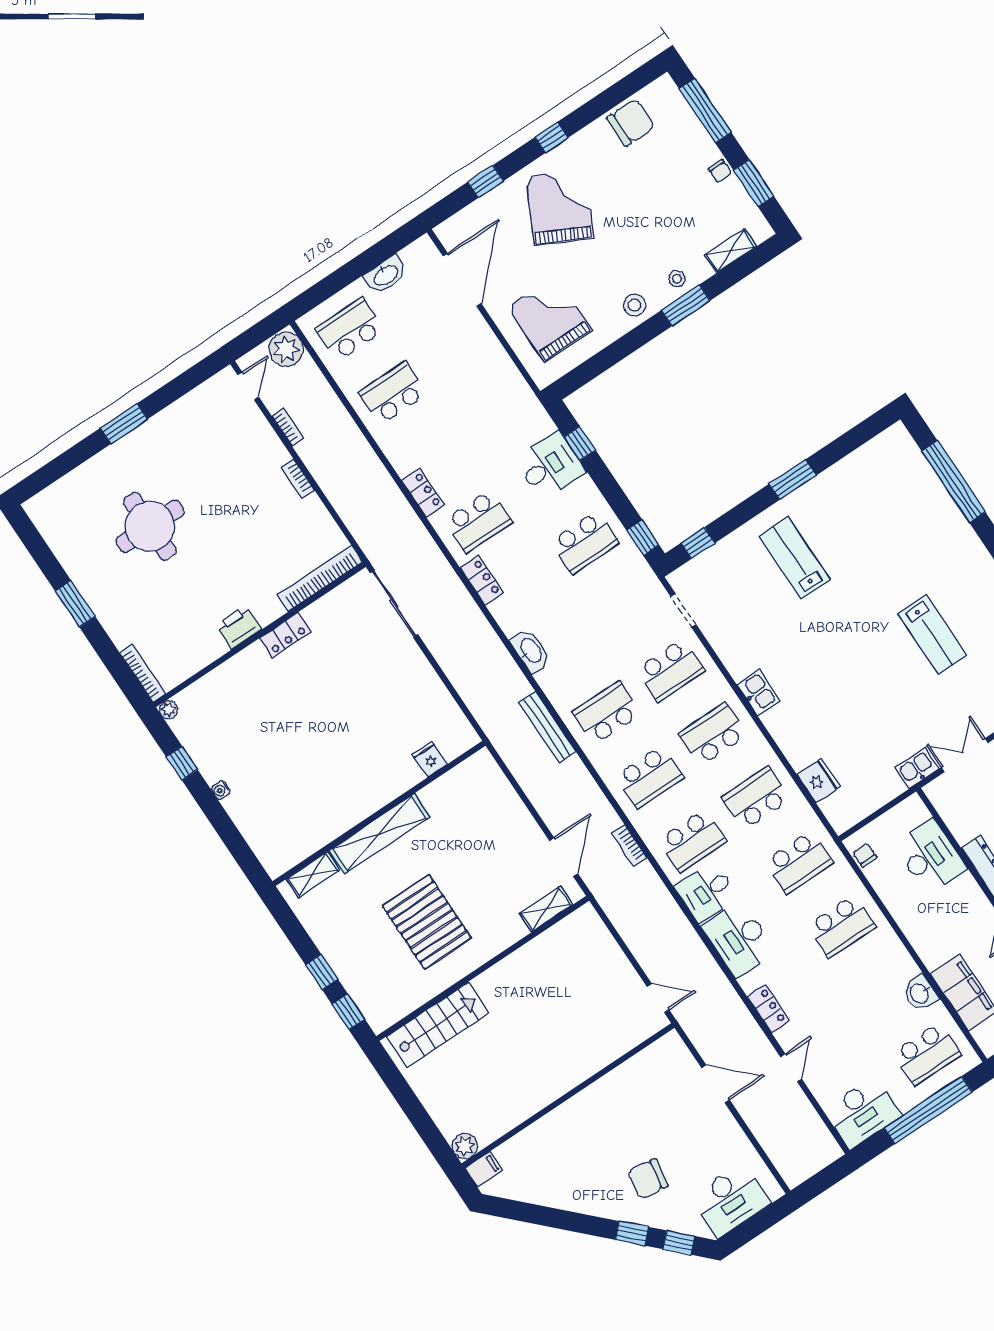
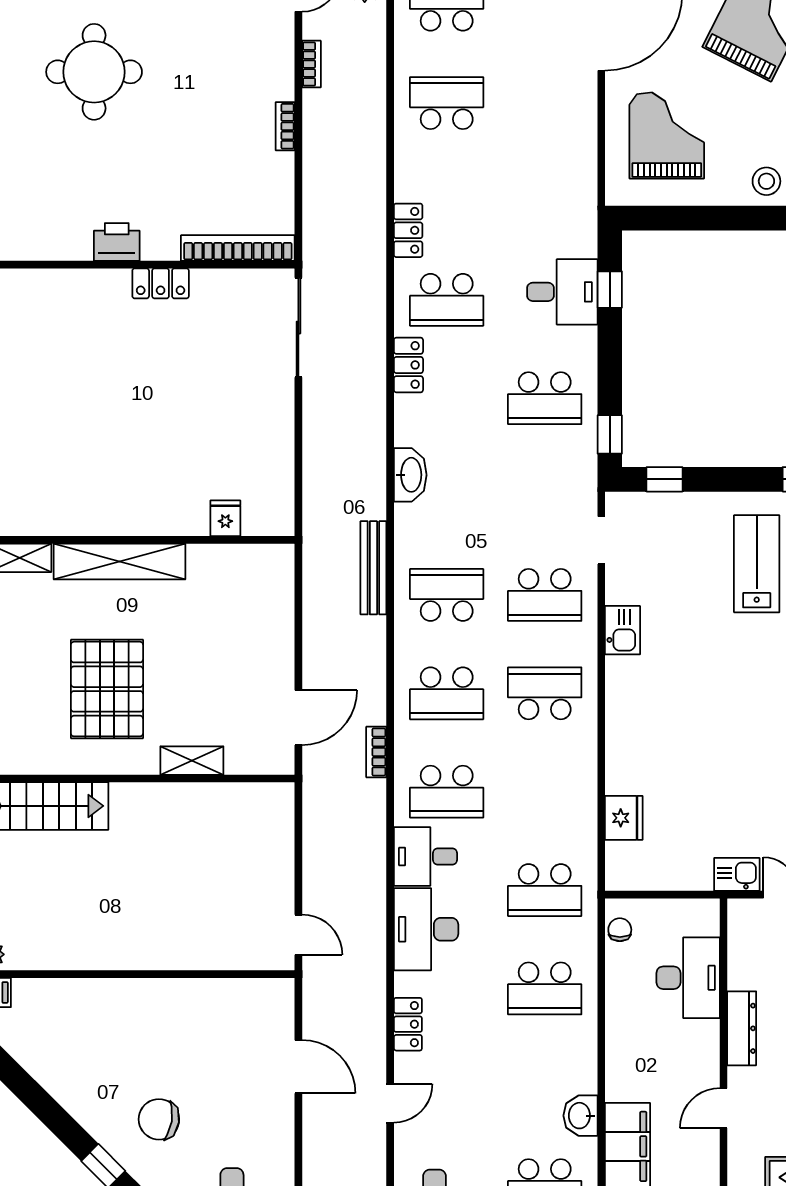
kitchen sink: (758, 692) -> (622, 630), moved
school desk: (756, 798) -> (545, 792), removed
shelving: (546, 909) -> (192, 761), moved

